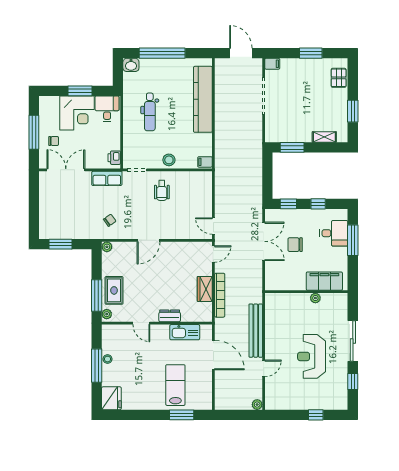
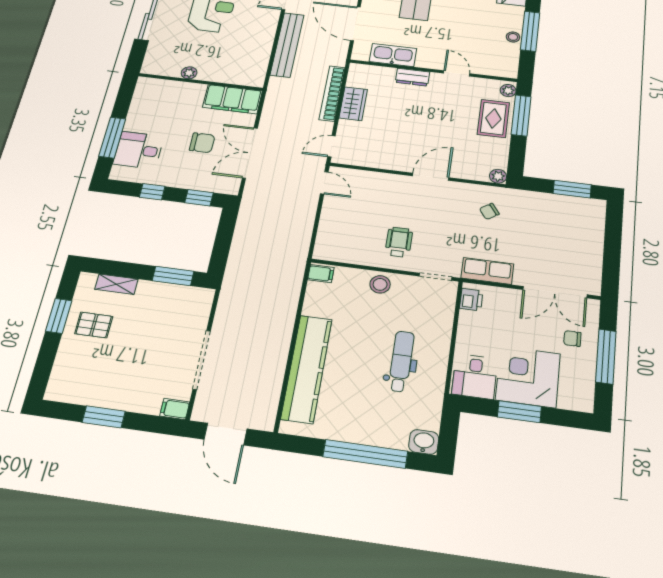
pallet: (339, 78) -> (94, 325), moved, turned 90
filing cabinet: (324, 281) -> (232, 99), moved

